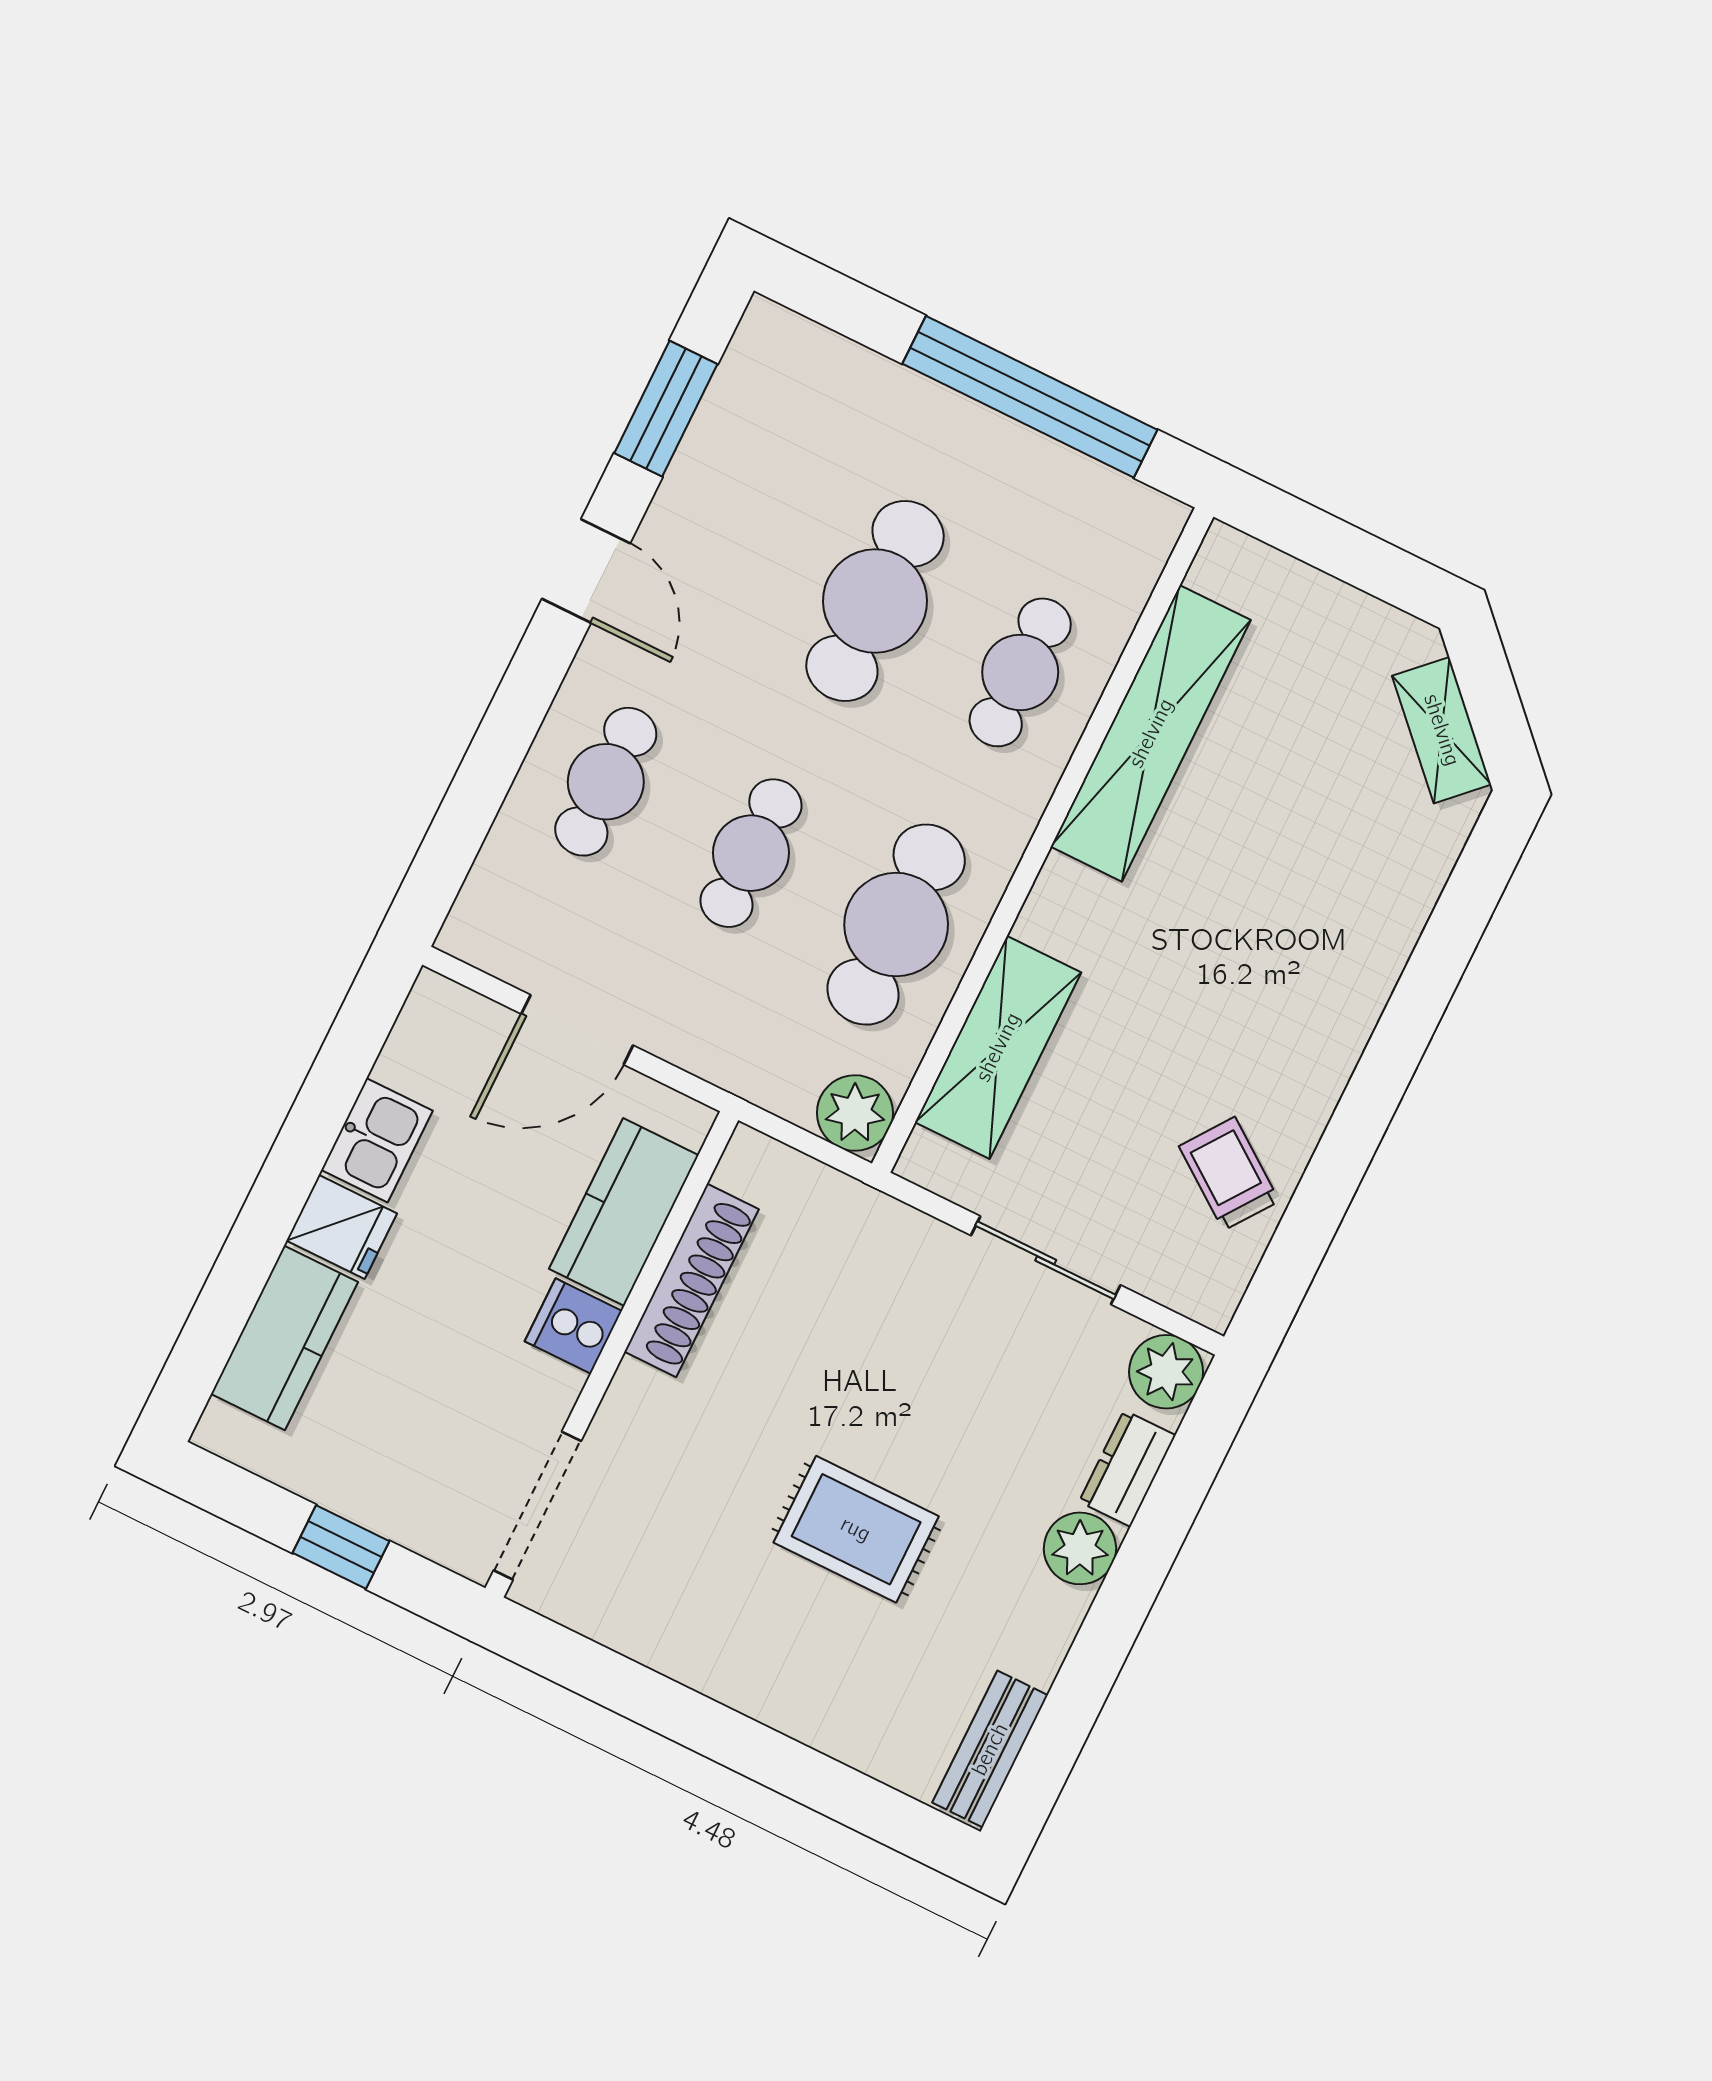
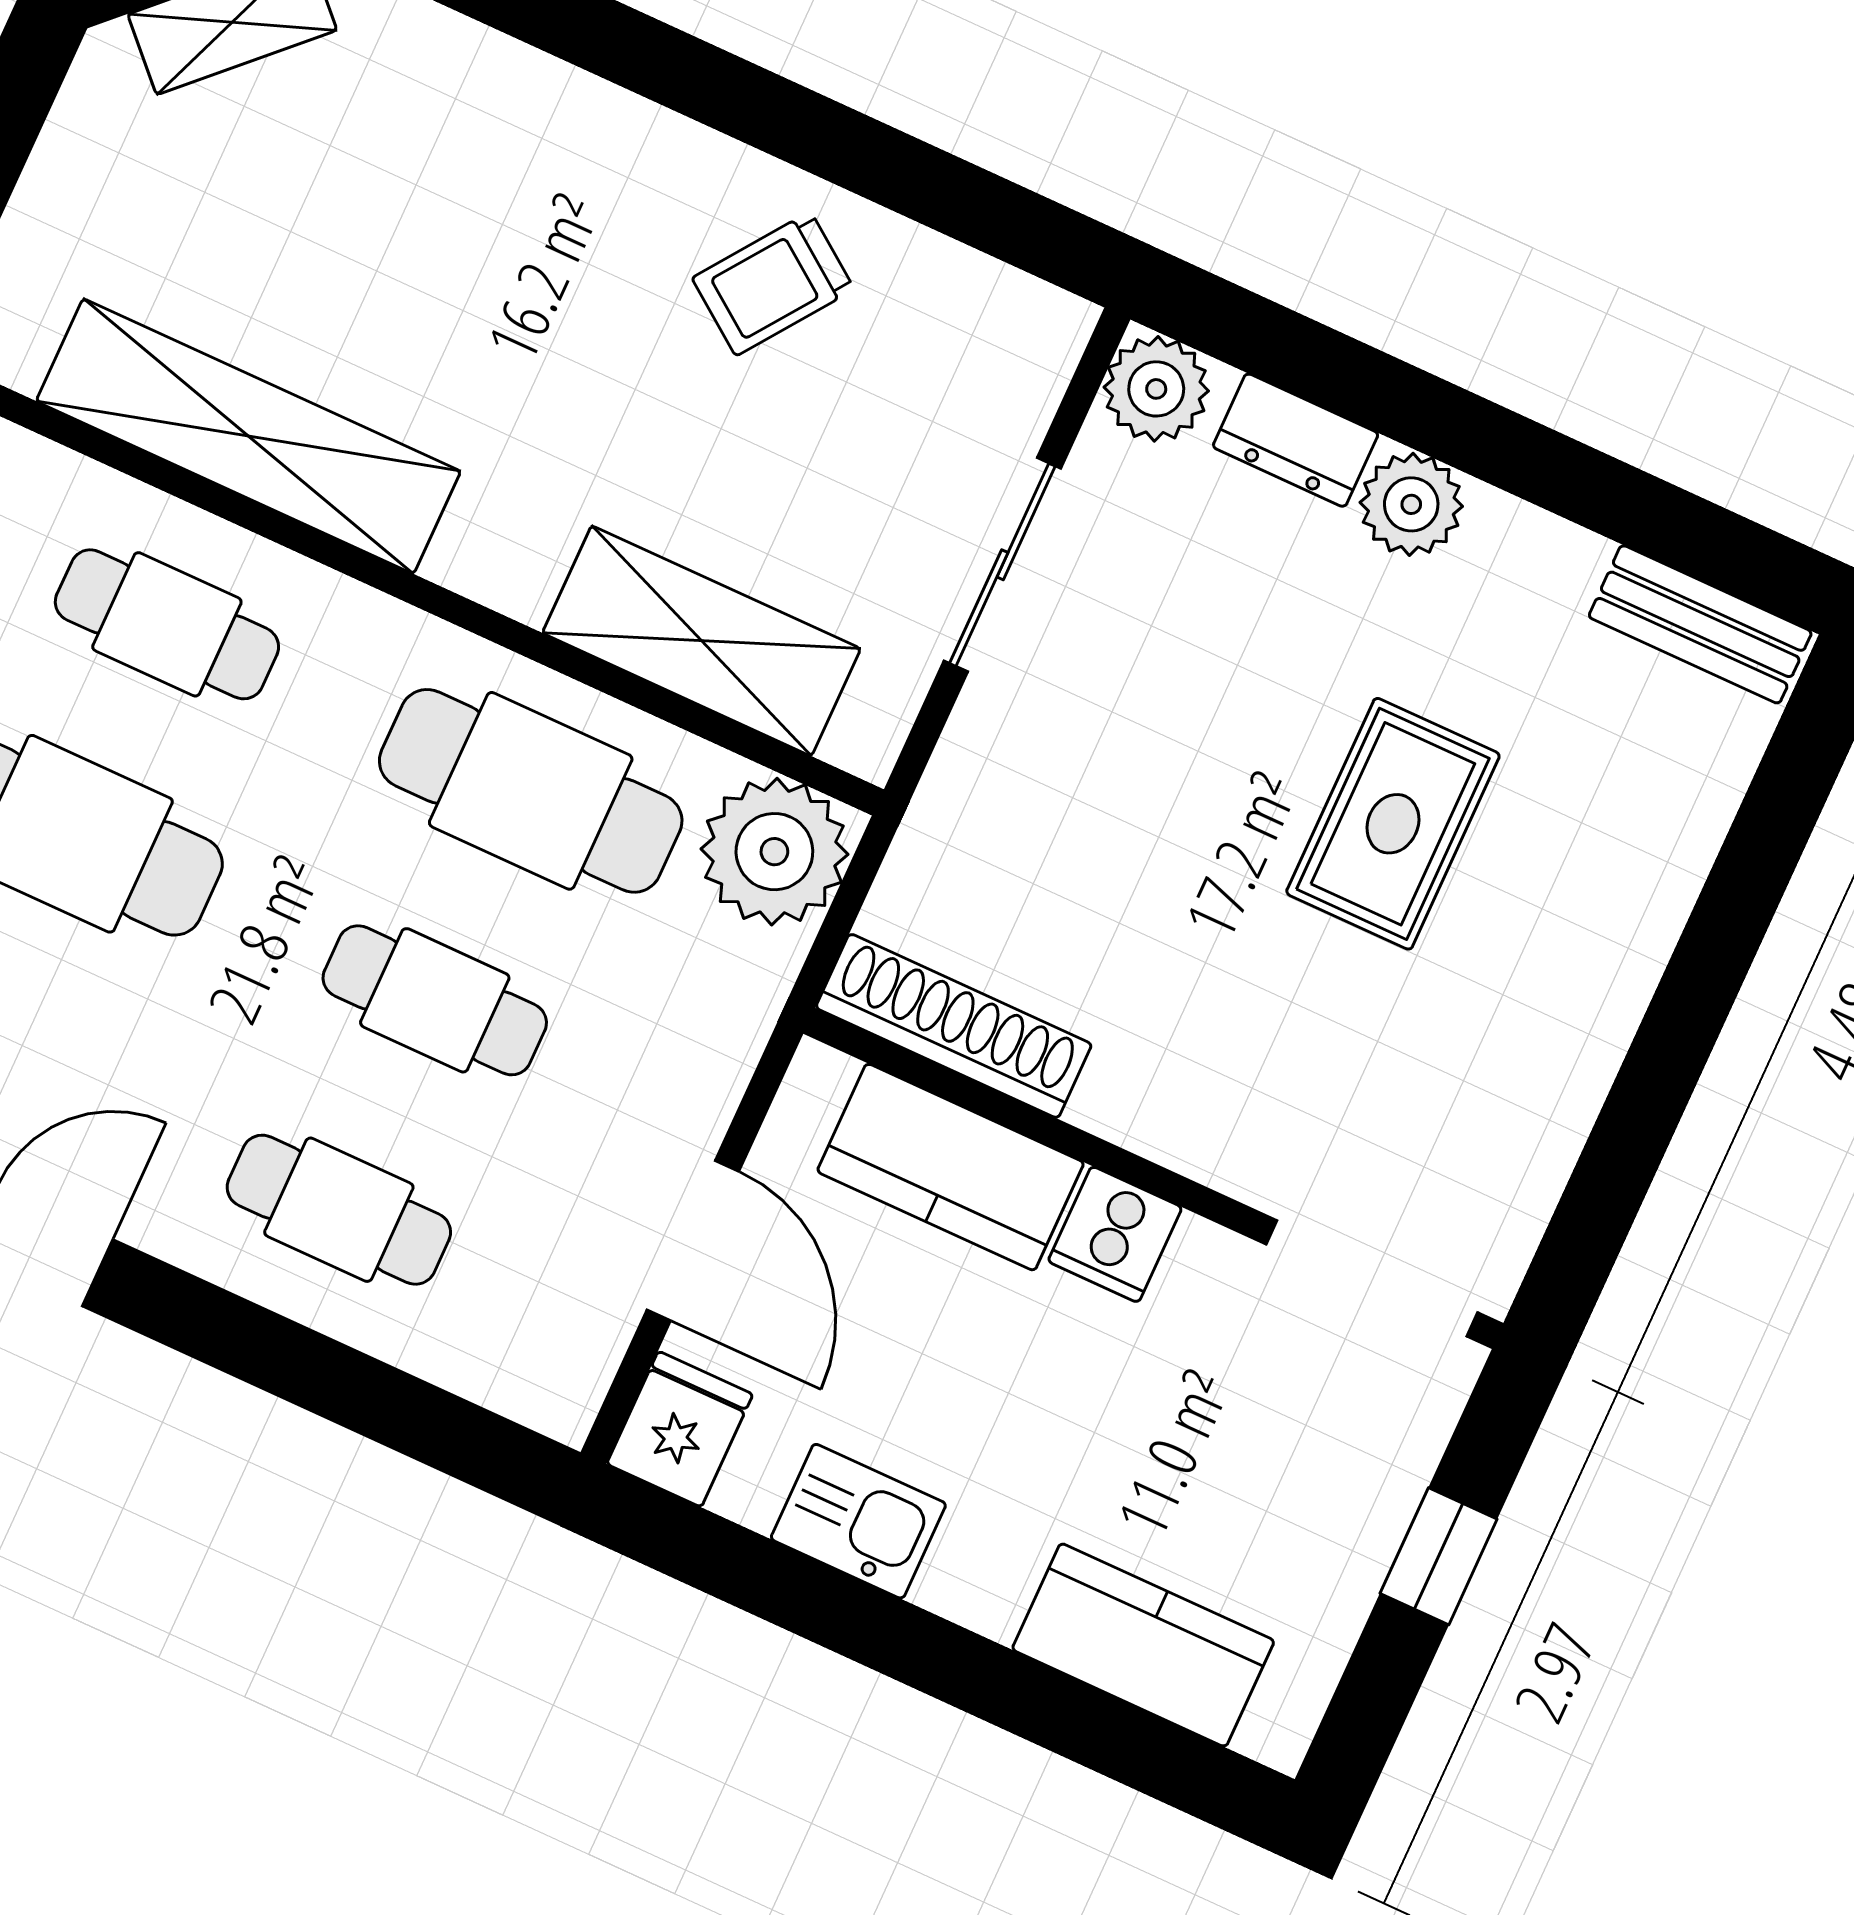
plant: (855, 1113) -> (774, 852), width x1.36, depth x1.36
trolley: (1229, 1174) -> (773, 284), moved
fridge: (342, 1227) -> (680, 1429), moved
shoe rack: (692, 1280) -> (954, 1026), moved

